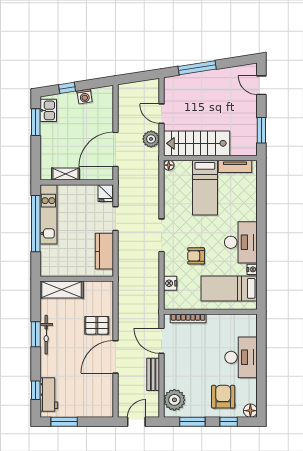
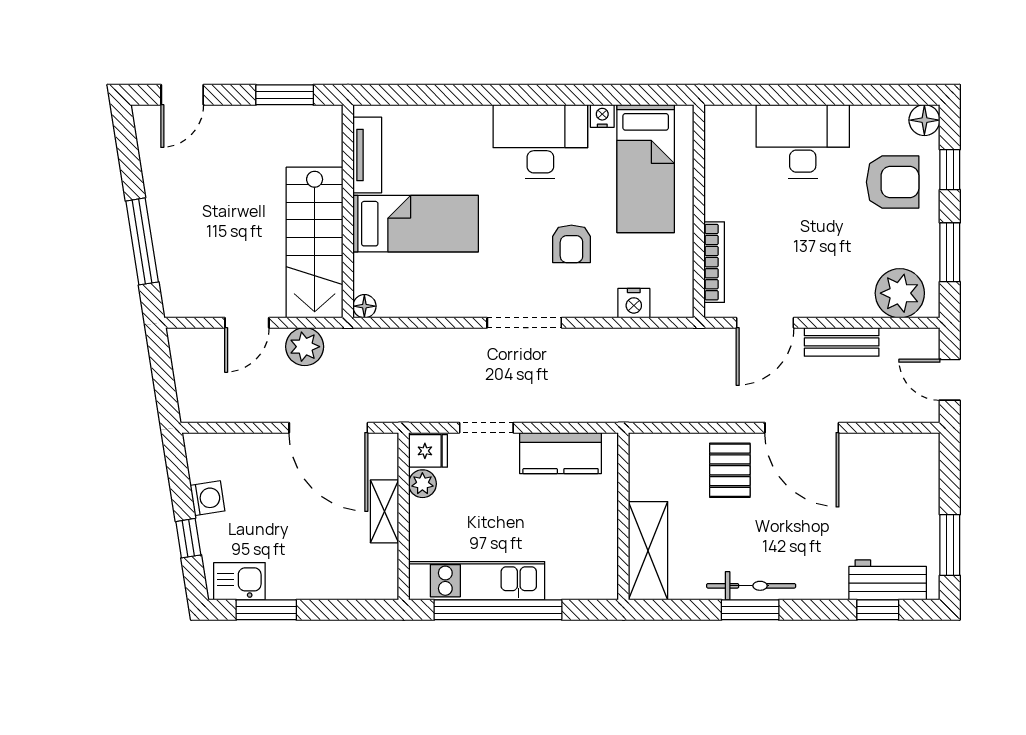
shelving: (65, 174) -> (385, 511), moved
plant: (91, 191) -> (422, 484), added
armchair: (223, 397) -> (893, 182), turned 180

